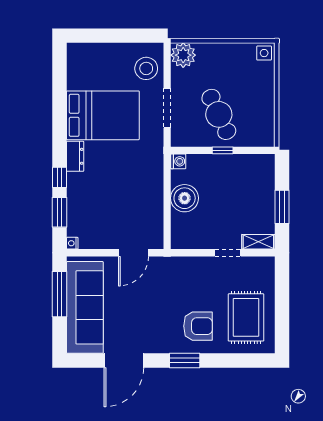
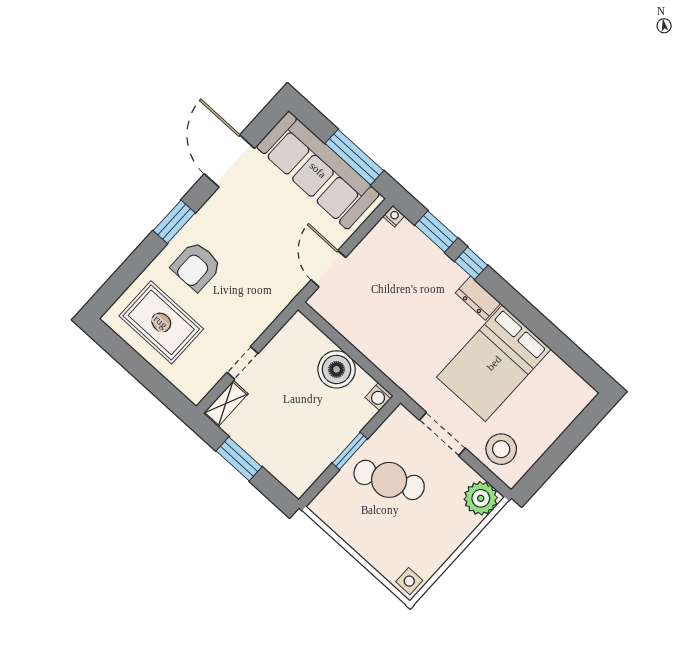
window: (223, 150) -> (350, 451), width x1.50

